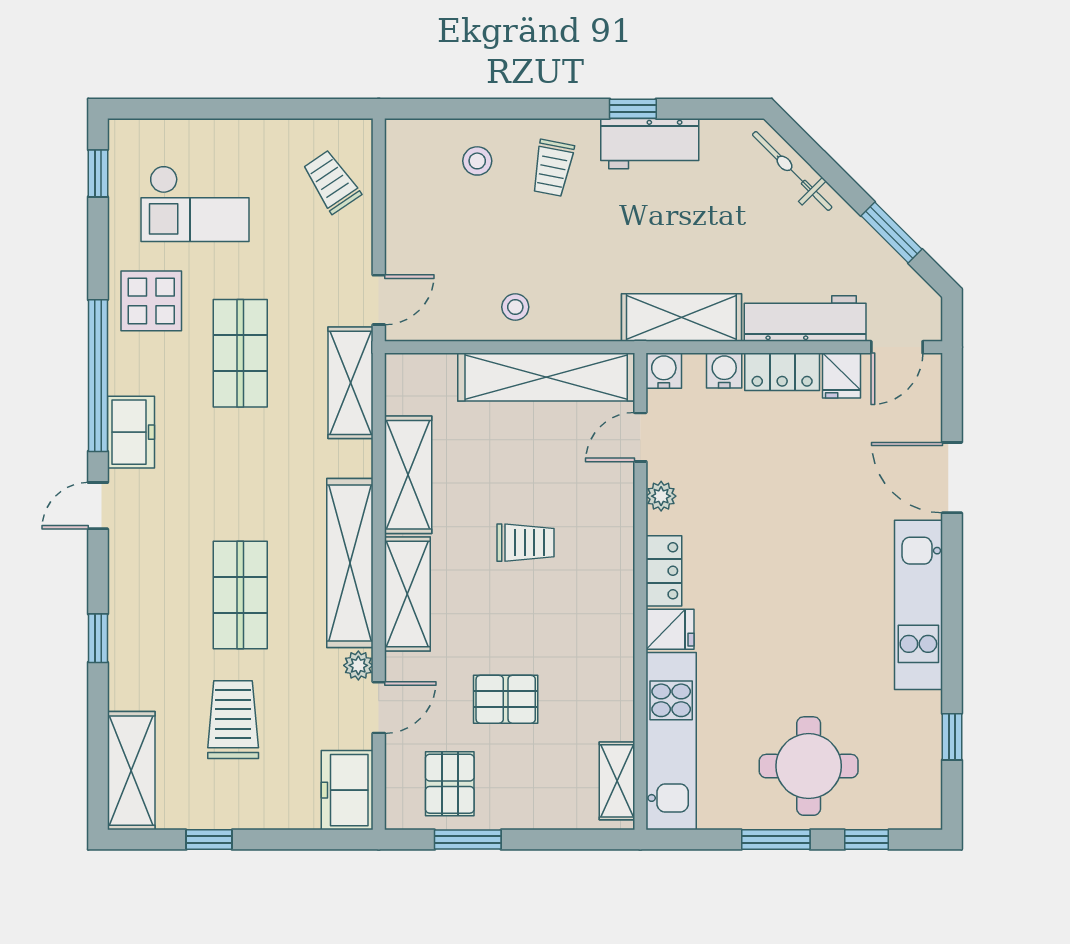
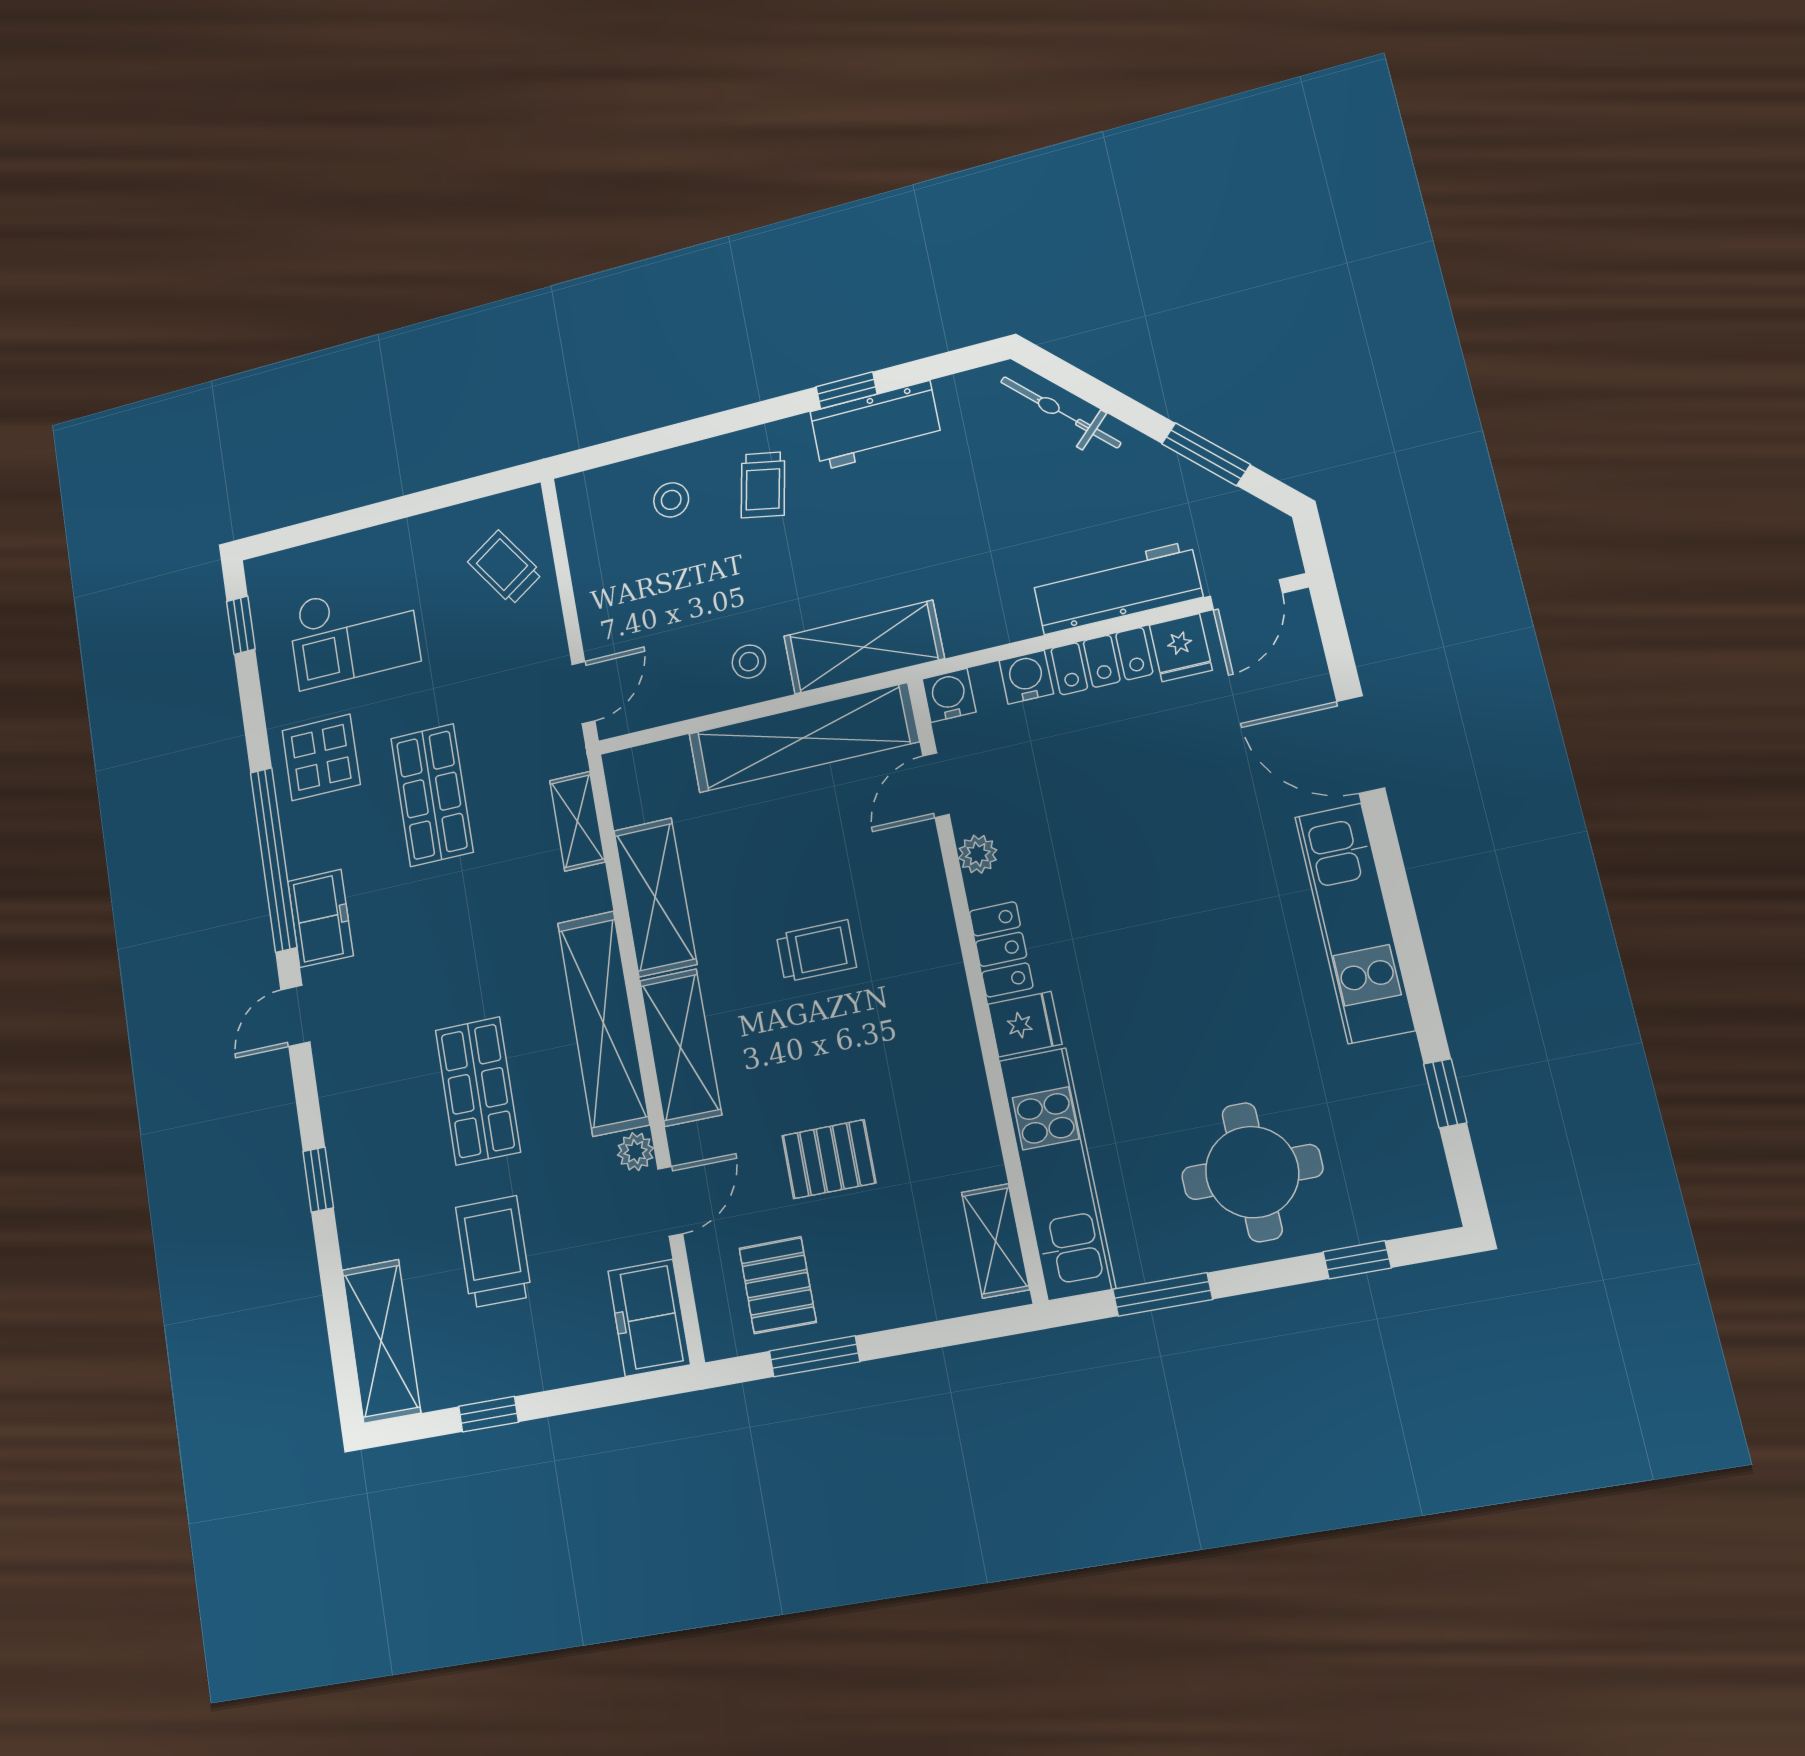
shelving: (681, 317) -> (864, 647), moved
shelving: (351, 383) -> (577, 821), width x0.67, depth x0.75
window: (776, 840) -> (1162, 1294), moved

